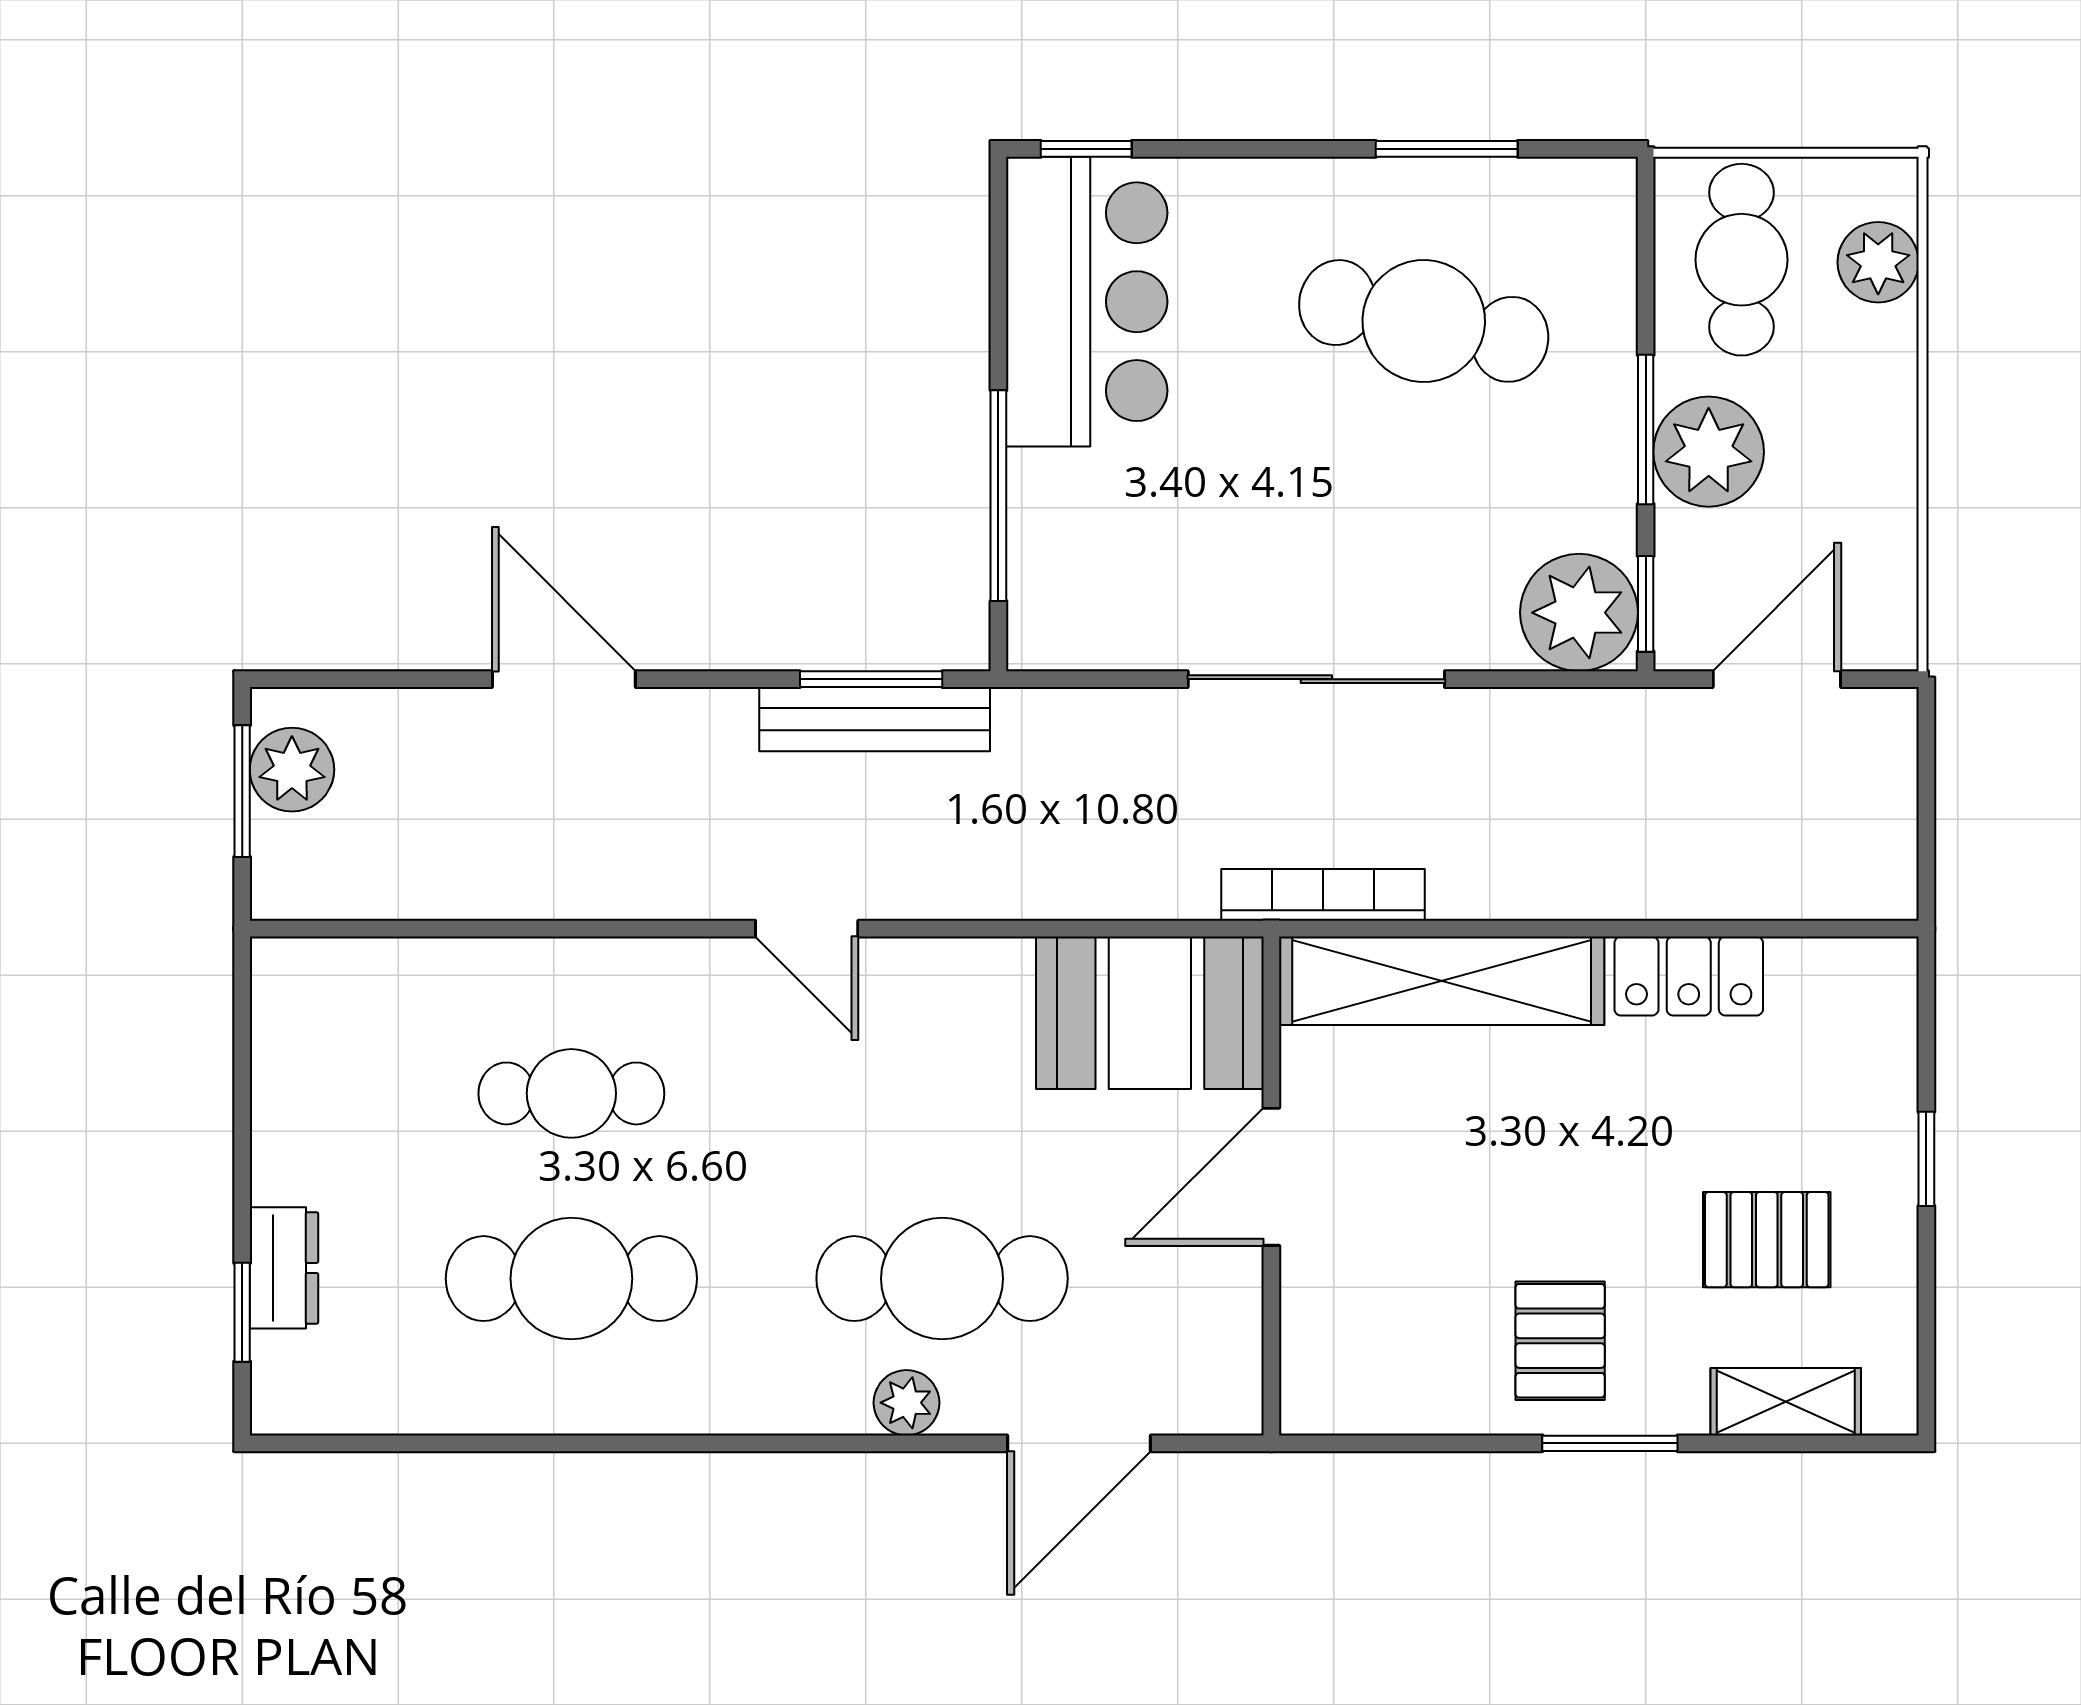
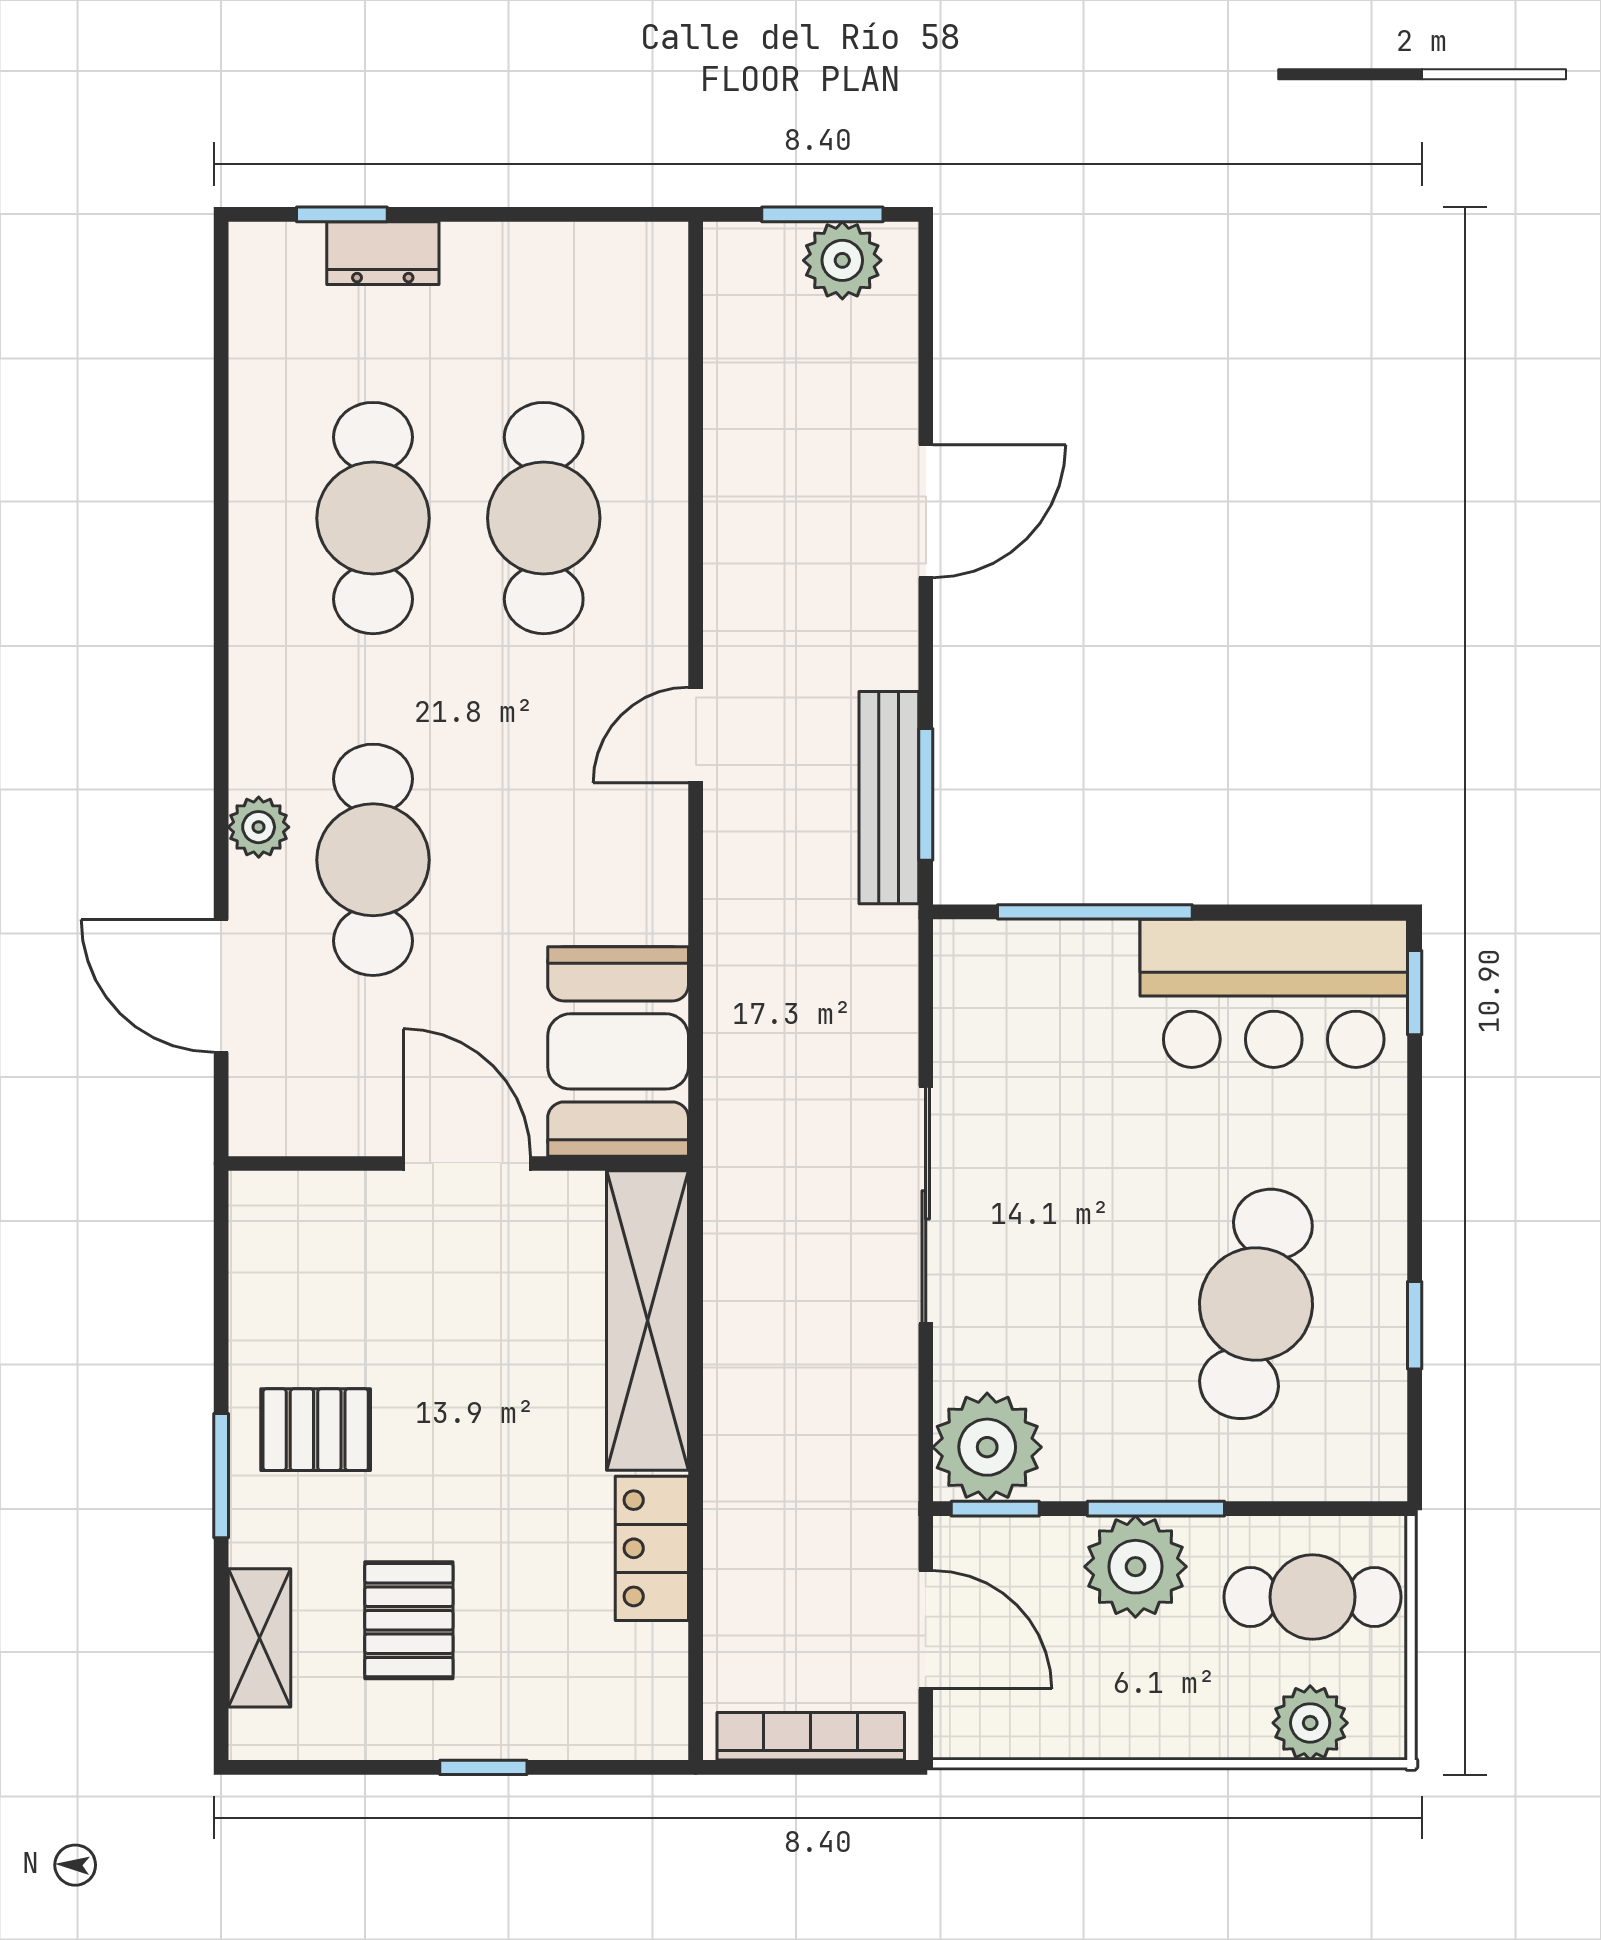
window: (1447, 149) -> (1415, 1325), width x0.67
bookcase: (1323, 895) -> (811, 1736), moved, turned -90
cafe table: (571, 1093) -> (544, 518), width x1.37, depth x1.35

